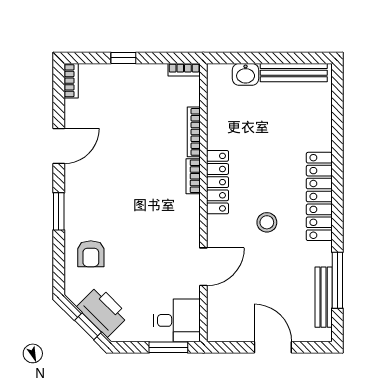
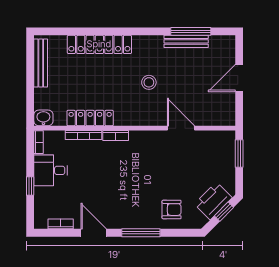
washbasin: (246, 74) -> (43, 118), moved, turned -90
bookcase: (71, 81) -> (61, 224), moved
locker: (217, 182) -> (90, 118), moved
locker: (319, 196) -> (99, 44), moved
window: (59, 211) -> (141, 233), width x1.44
bench: (324, 297) -> (186, 41), moved
desk: (177, 320) -> (51, 170), moved, turned -90

